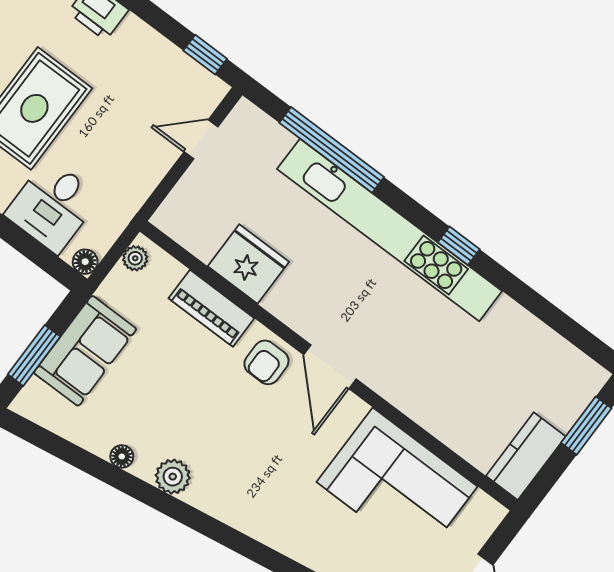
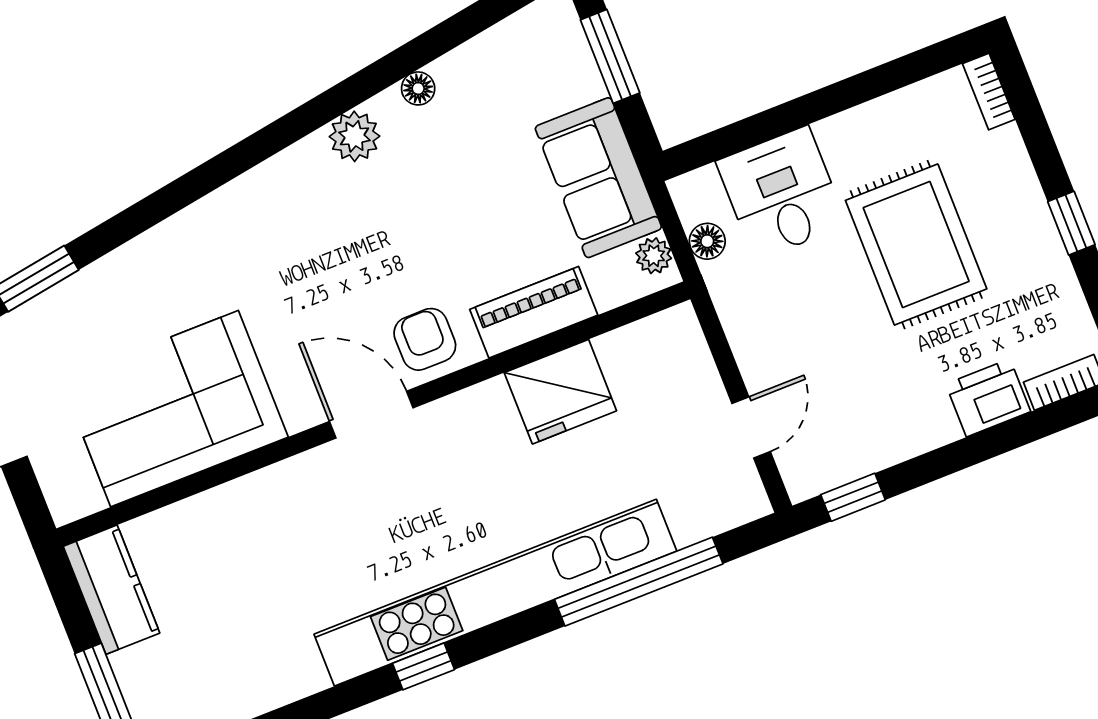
floor lamp: (85, 262) -> (707, 241), moved
sofa: (85, 351) -> (598, 178), moved

